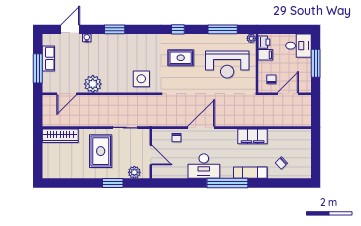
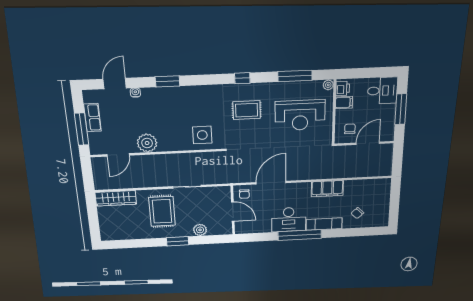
wall: (151, 154) -> (233, 210), moved
door: (151, 155) -> (233, 212), moved
desk: (204, 166) -> (289, 220), moved

